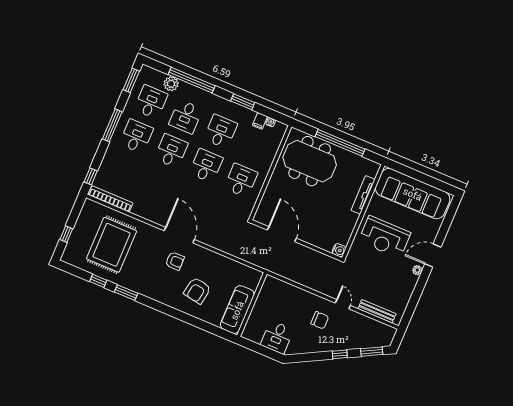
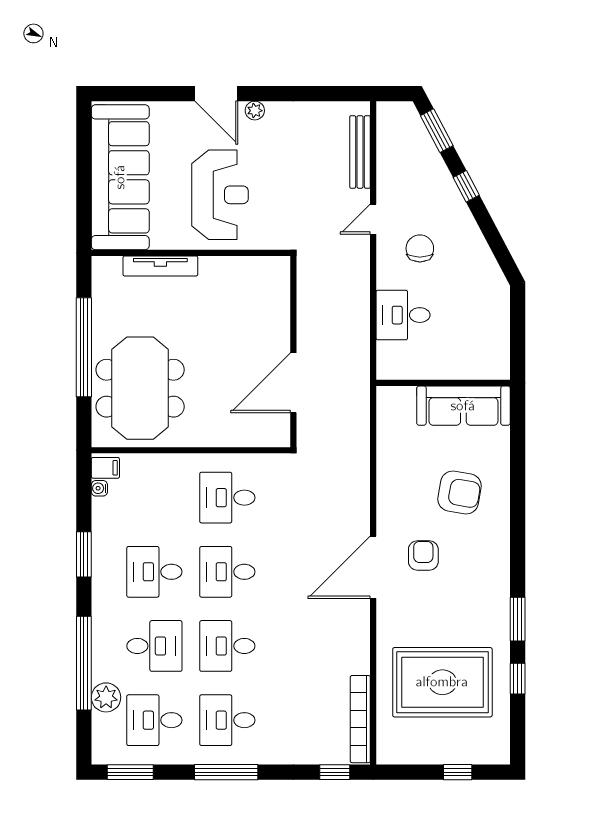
filing cabinet: (260, 121) -> (105, 468), moved
water cooler: (339, 250) -> (279, 267), removed
desk: (277, 337) -> (403, 315), moved, turned 180

